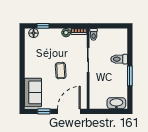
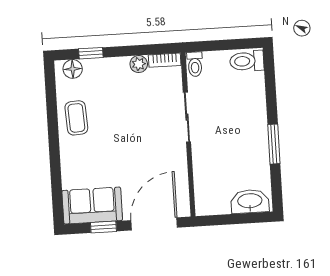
toilet: (119, 59) -> (247, 61), moved
coffee table: (61, 71) -> (76, 118), moved
sofa: (33, 92) -> (92, 205), moved, turned -90

